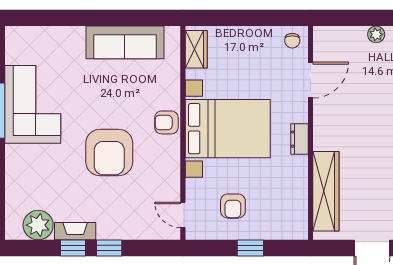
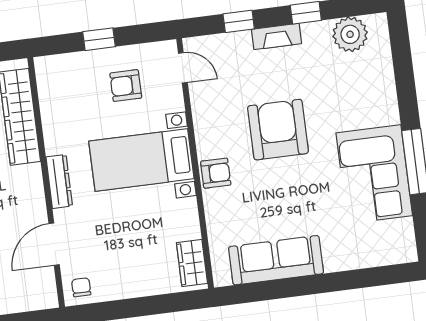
bed with nightstands: (228, 129) -> (141, 160), width x0.73
dresser: (299, 139) -> (59, 181), width x1.44
armchair: (233, 206) -> (126, 86), turned -90
fireplace: (75, 231) -> (276, 36), moved
window: (109, 248) -> (239, 21), moved

